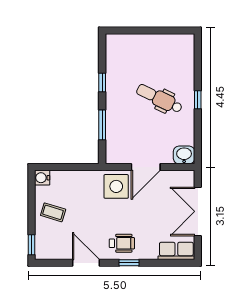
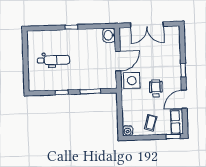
dental chair: (159, 99) -> (53, 60), moved, turned -116
door: (146, 167) -> (118, 61), hinge flipped
wheelchair: (122, 243) -> (156, 88), moved
row of seats: (176, 251) -> (177, 122), moved

